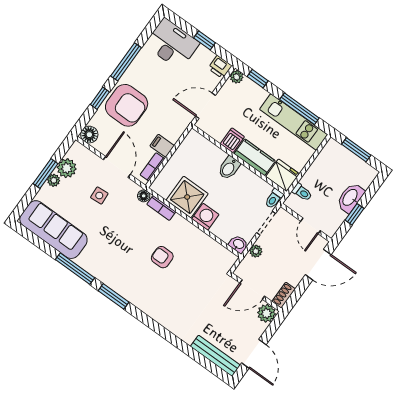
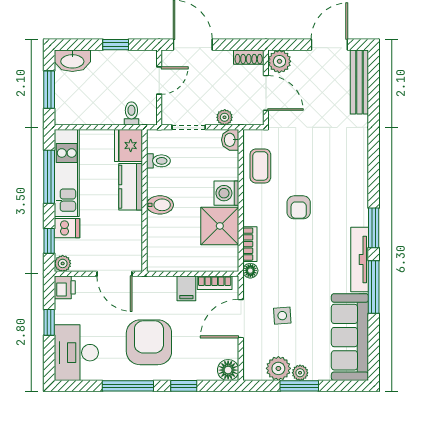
armchair: (127, 105) -> (149, 342), moved
dishwasher: (232, 140) -> (67, 228), moved, turned 180
washbasin: (350, 198) -> (72, 61), moved
toilet: (274, 199) -> (158, 161), moved
coffee table: (207, 252) -> (260, 166), added
tv unit: (100, 272) -> (360, 259), added

